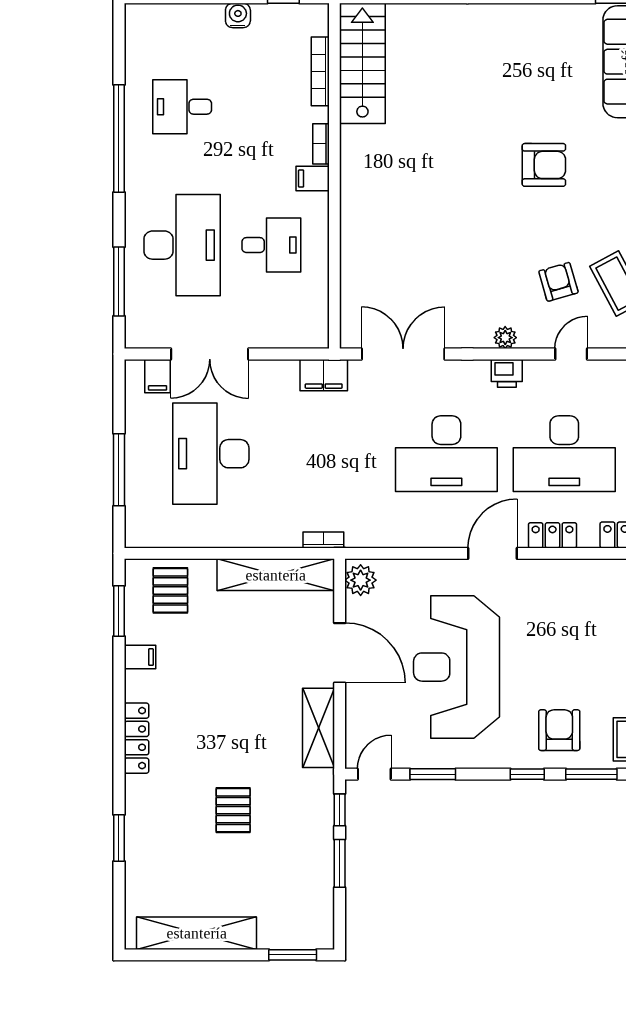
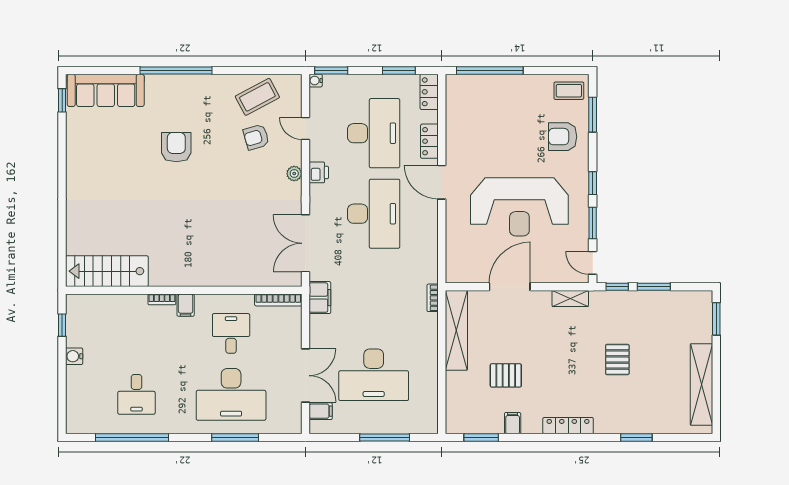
bookcase: (320, 71) -> (278, 300), moved
window: (119, 139) -> (132, 437), moved
desk: (182, 245) -> (231, 394), turned 180
window: (119, 281) -> (235, 437), moved
plant: (361, 580) -> (460, 272), removed
pallet: (170, 590) -> (506, 375), moved
shelving: (318, 728) -> (570, 298), width x0.67, depth x0.75
window: (527, 774) -> (593, 183), moved
pallet: (233, 810) -> (617, 359), turned 90

